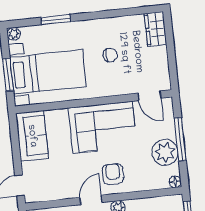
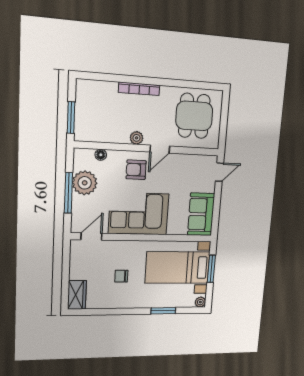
door: (149, 96) -> (91, 237), hinge flipped
armchair: (113, 174) -> (136, 170), turned 90
floor lamp: (175, 182) -> (101, 155), moved

